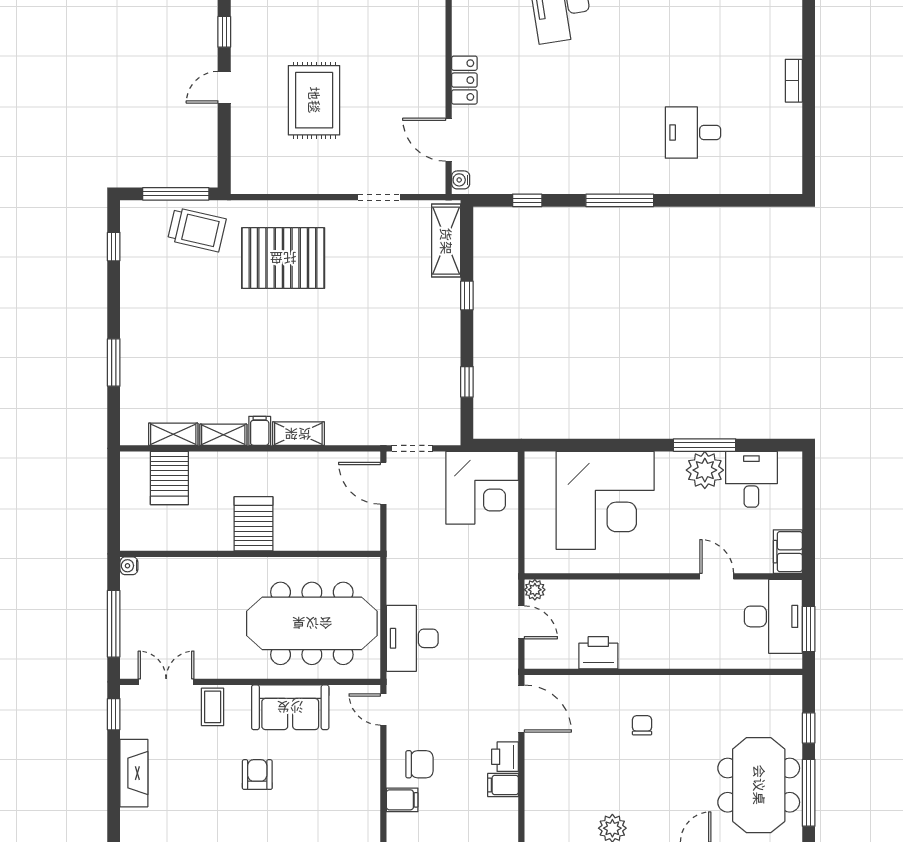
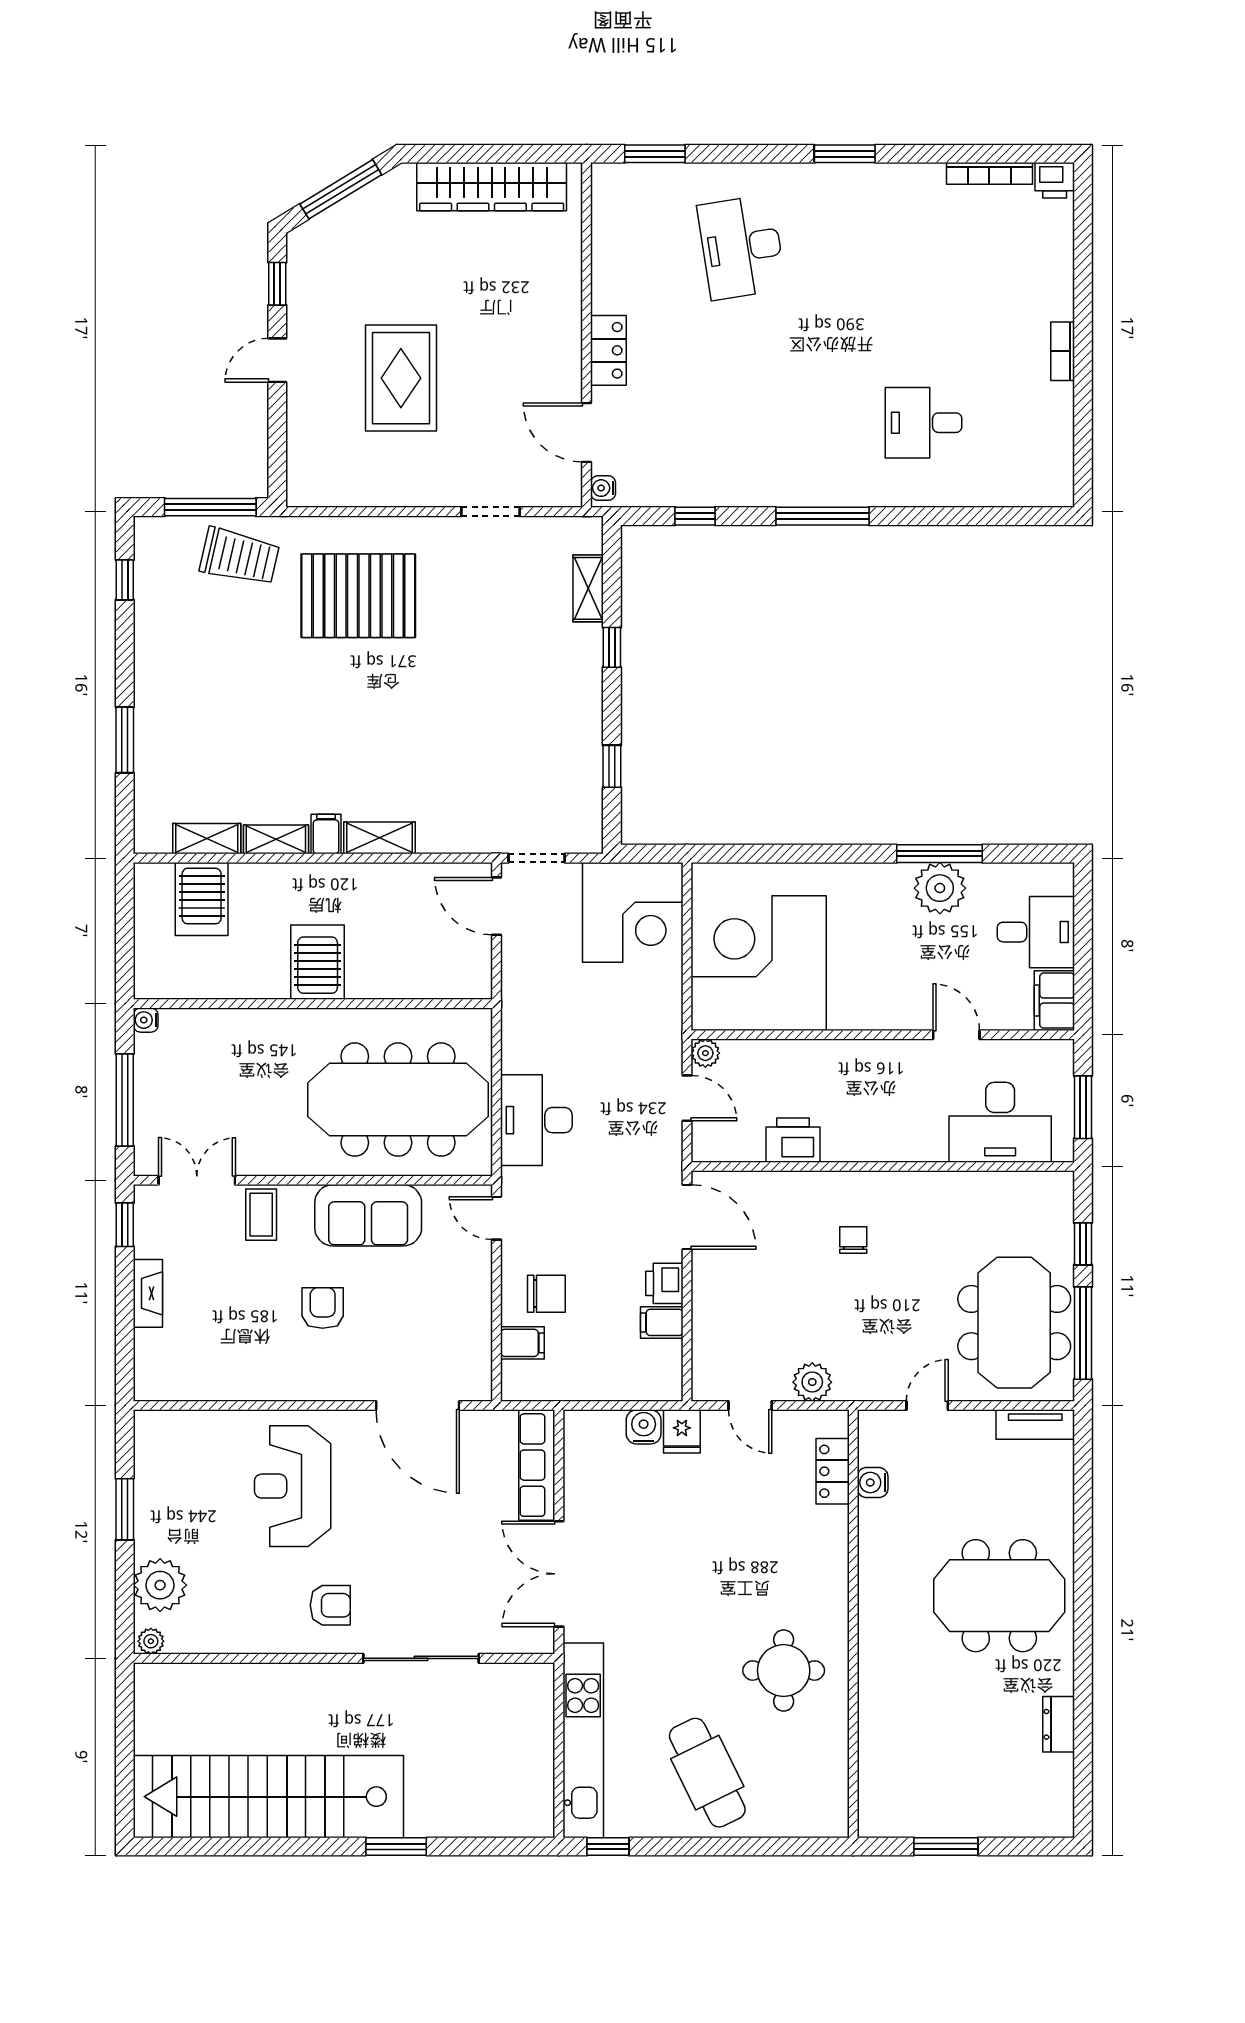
shelving: (446, 241) -> (588, 588), width x0.67, depth x0.75
desk: (751, 479) -> (1036, 932), moved, turned 90
corner desk: (605, 500) -> (759, 963), moved, turned 180
desk: (773, 616) -> (1000, 1122), moved, turned 90
fireplace: (134, 773) -> (148, 1293), width x0.73, depth x0.76

